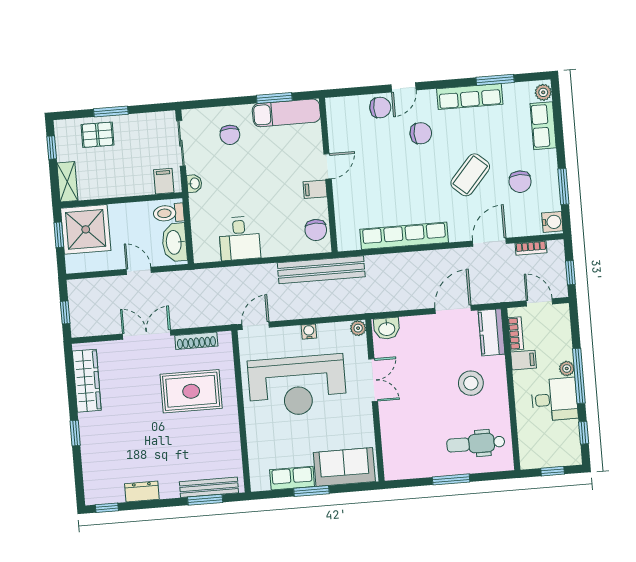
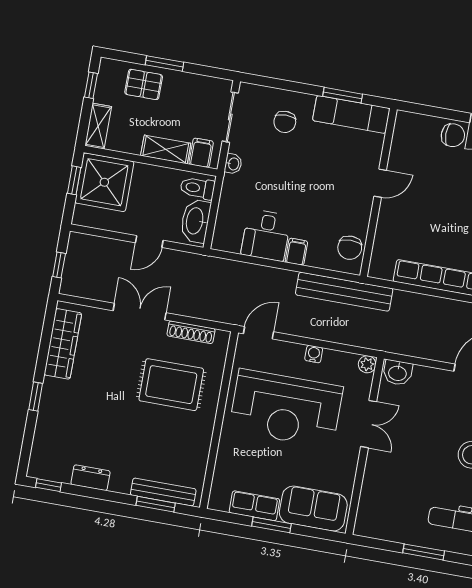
shelving: (132, 187) -> (166, 149), added
filing cabinet: (315, 189) -> (296, 252), moved, turned 90
door: (139, 271) -> (149, 242), swing flipped

